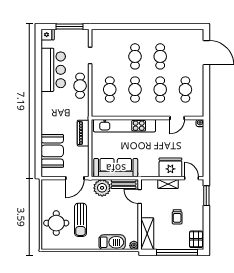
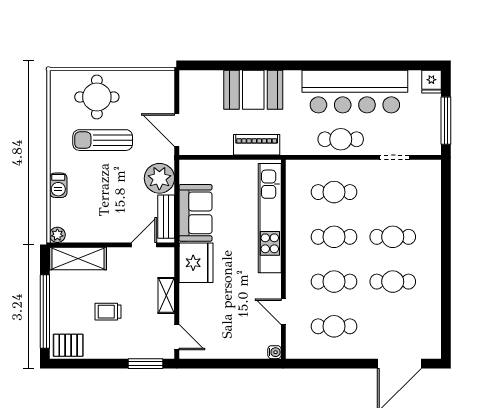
bar counter: (53, 70) -> (355, 92), width x1.36
booth: (52, 151) -> (253, 90), moved
fridge: (170, 167) -> (196, 263), moved
sofa: (116, 168) -> (195, 213), width x0.73
door: (191, 178) -> (177, 337), hinge flipped
barbecue: (112, 242) -> (58, 185), width x0.53, depth x0.65

